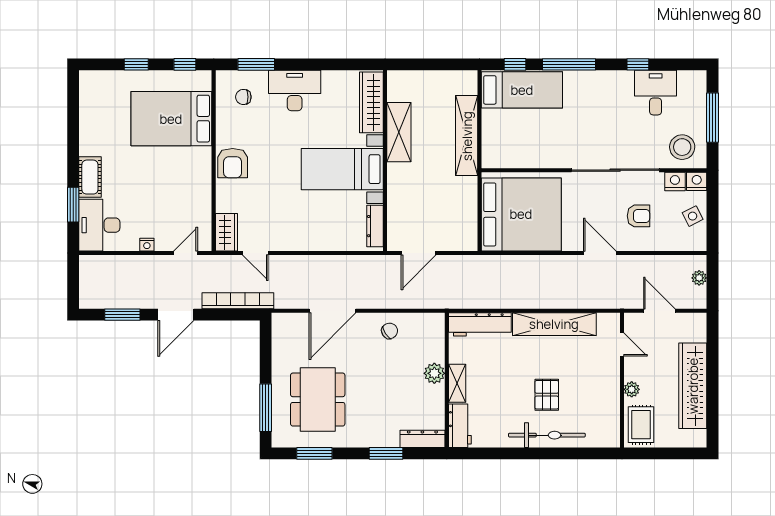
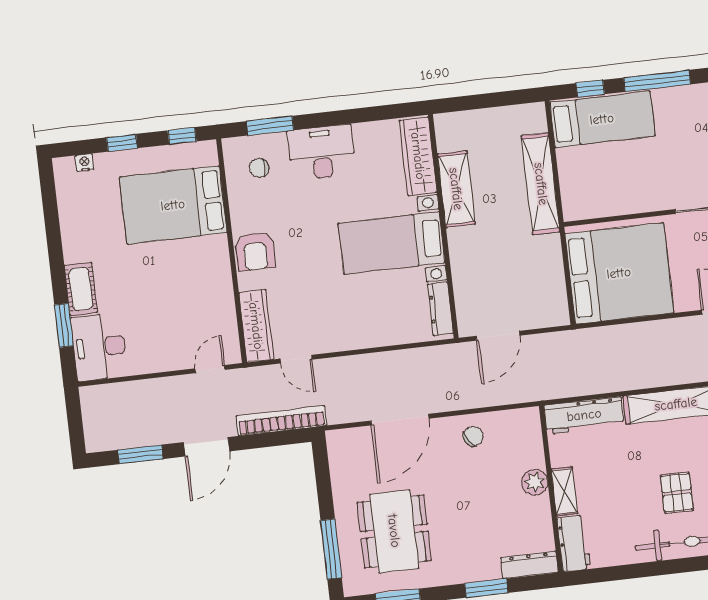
wardrobe: (227, 232) -> (256, 326), width x1.50
nightstand: (147, 245) -> (84, 163), moved, turned 180

